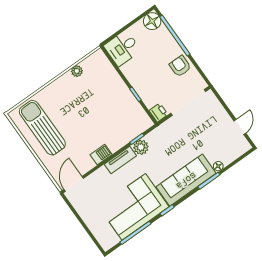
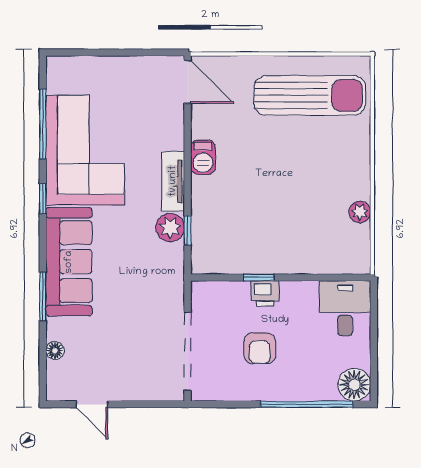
armchair: (180, 66) -> (260, 348), moved, turned 90
printer: (159, 113) -> (265, 293), moved
floor lamp: (218, 166) -> (55, 351), moved

